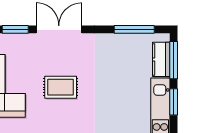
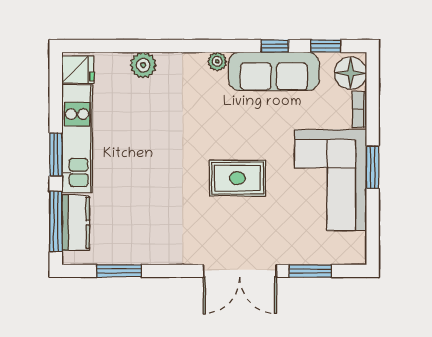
window: (134, 29) -> (119, 271), width x0.69

